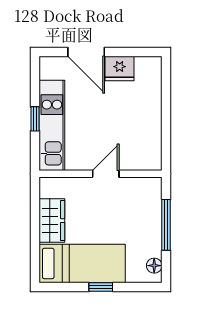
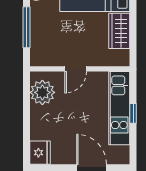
fridge: (120, 69) -> (40, 153), moved, turned 90
plant: (147, 145) -> (42, 92), added

